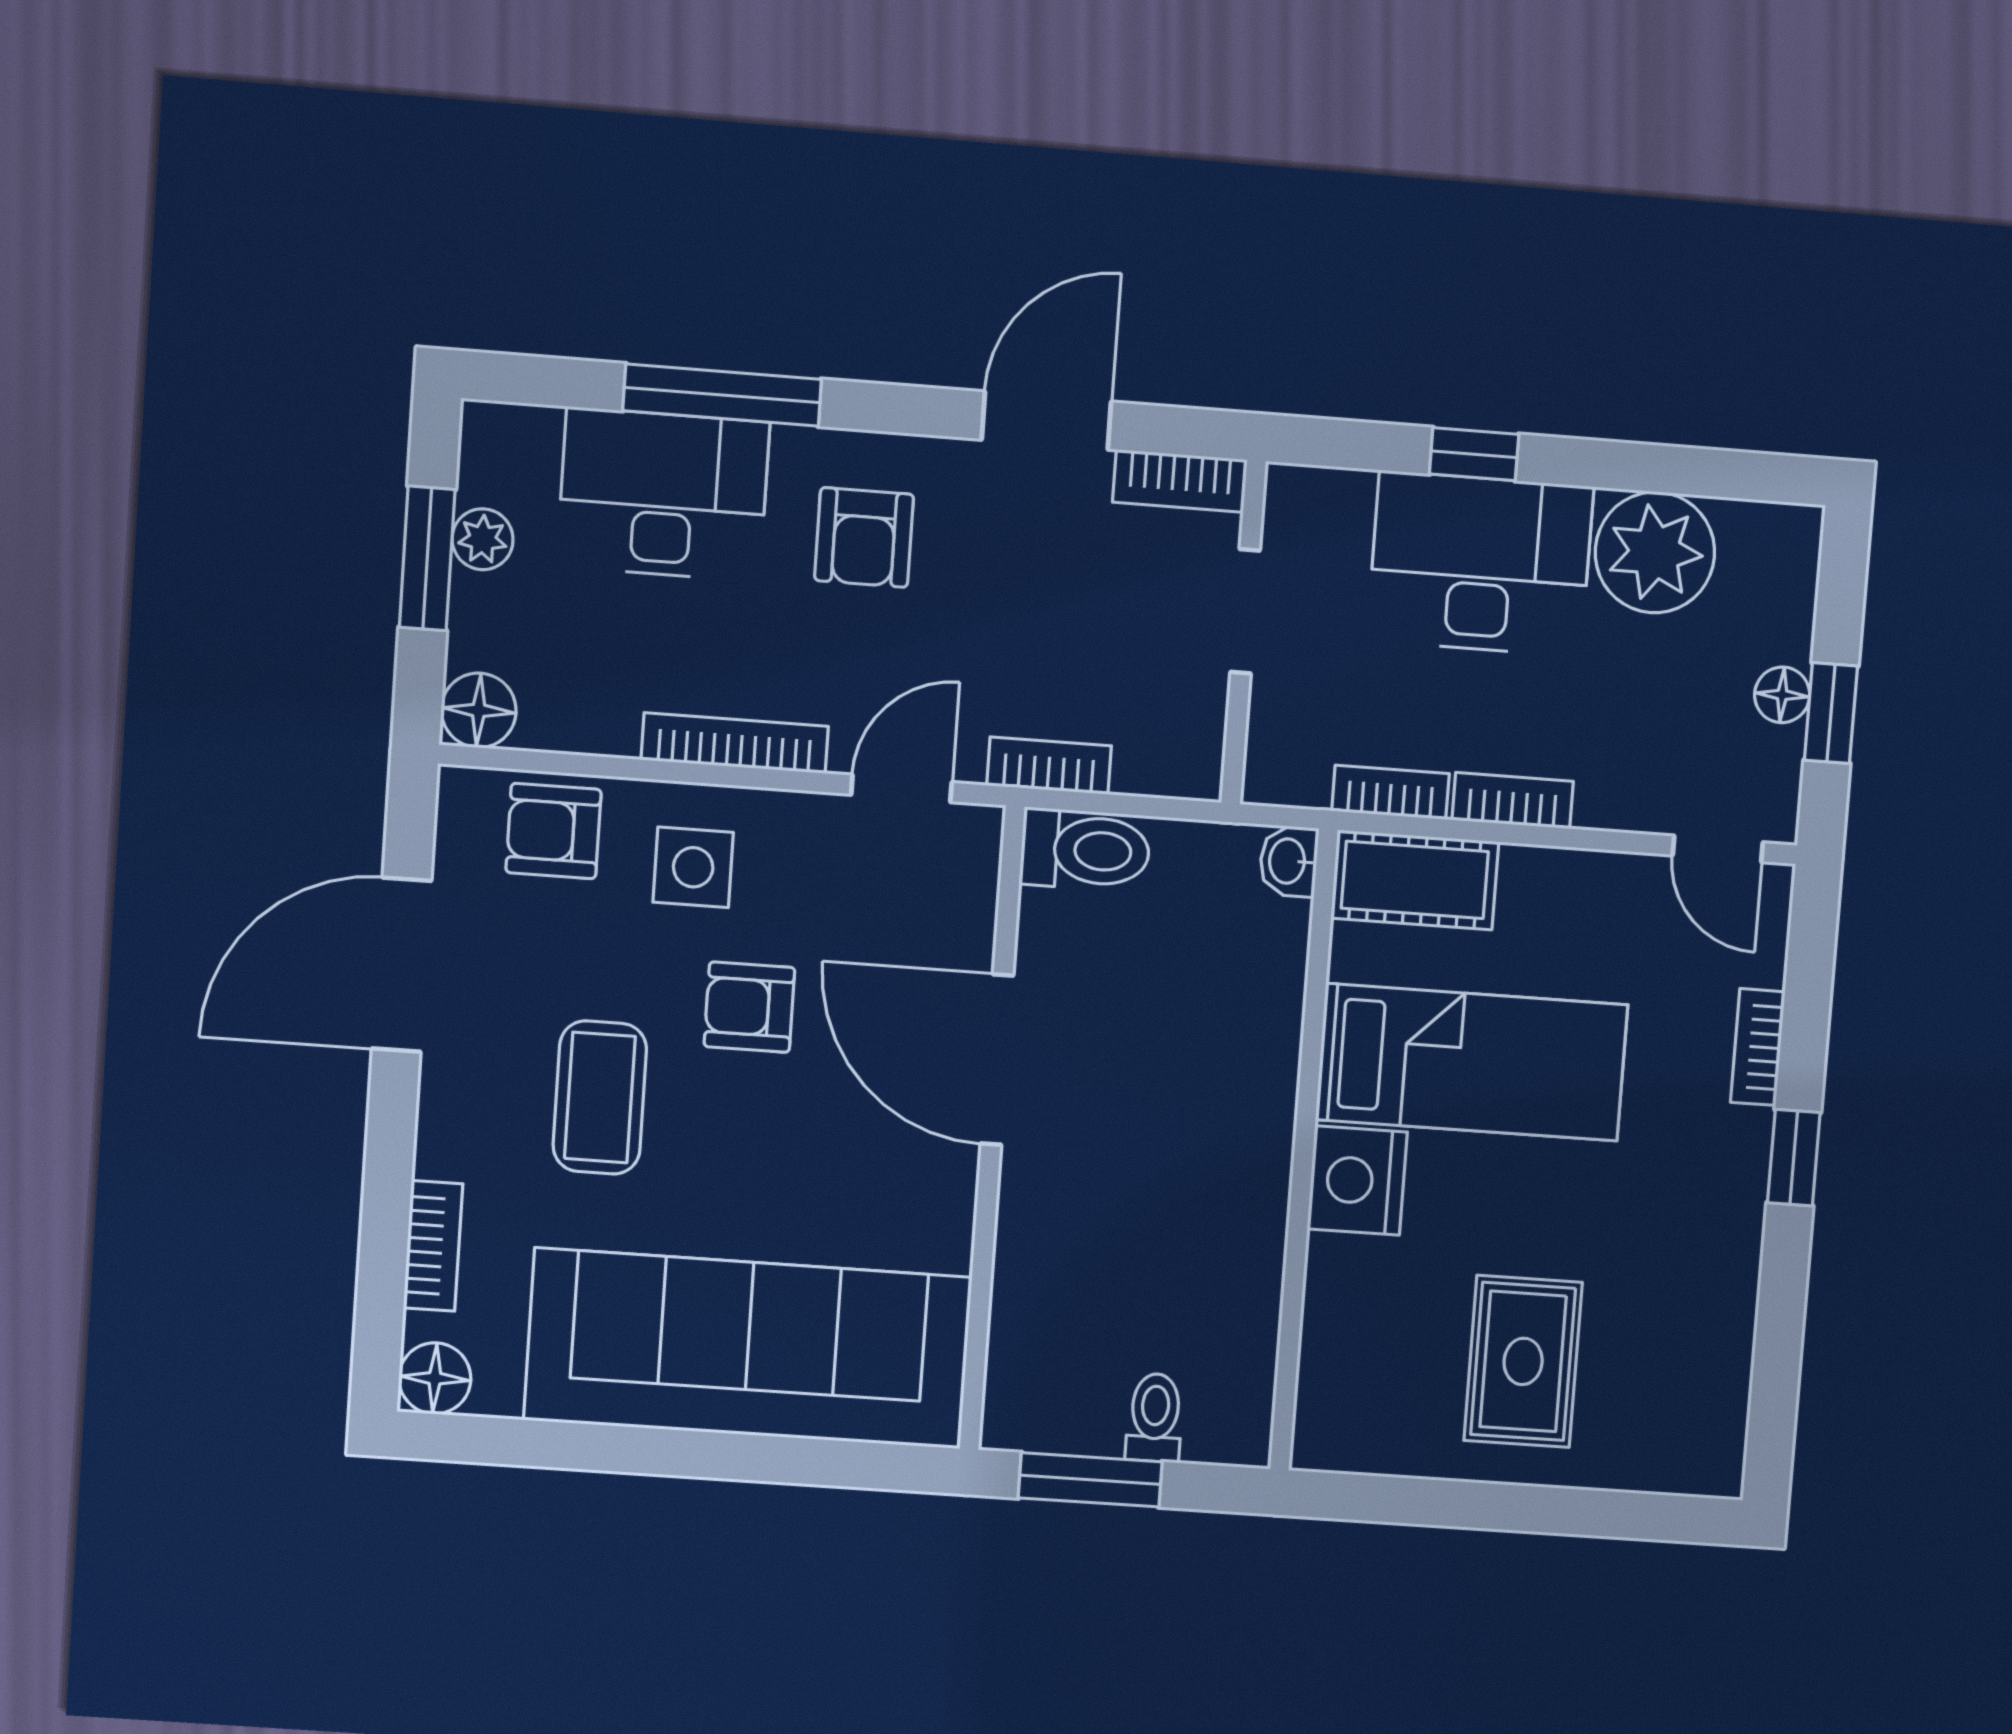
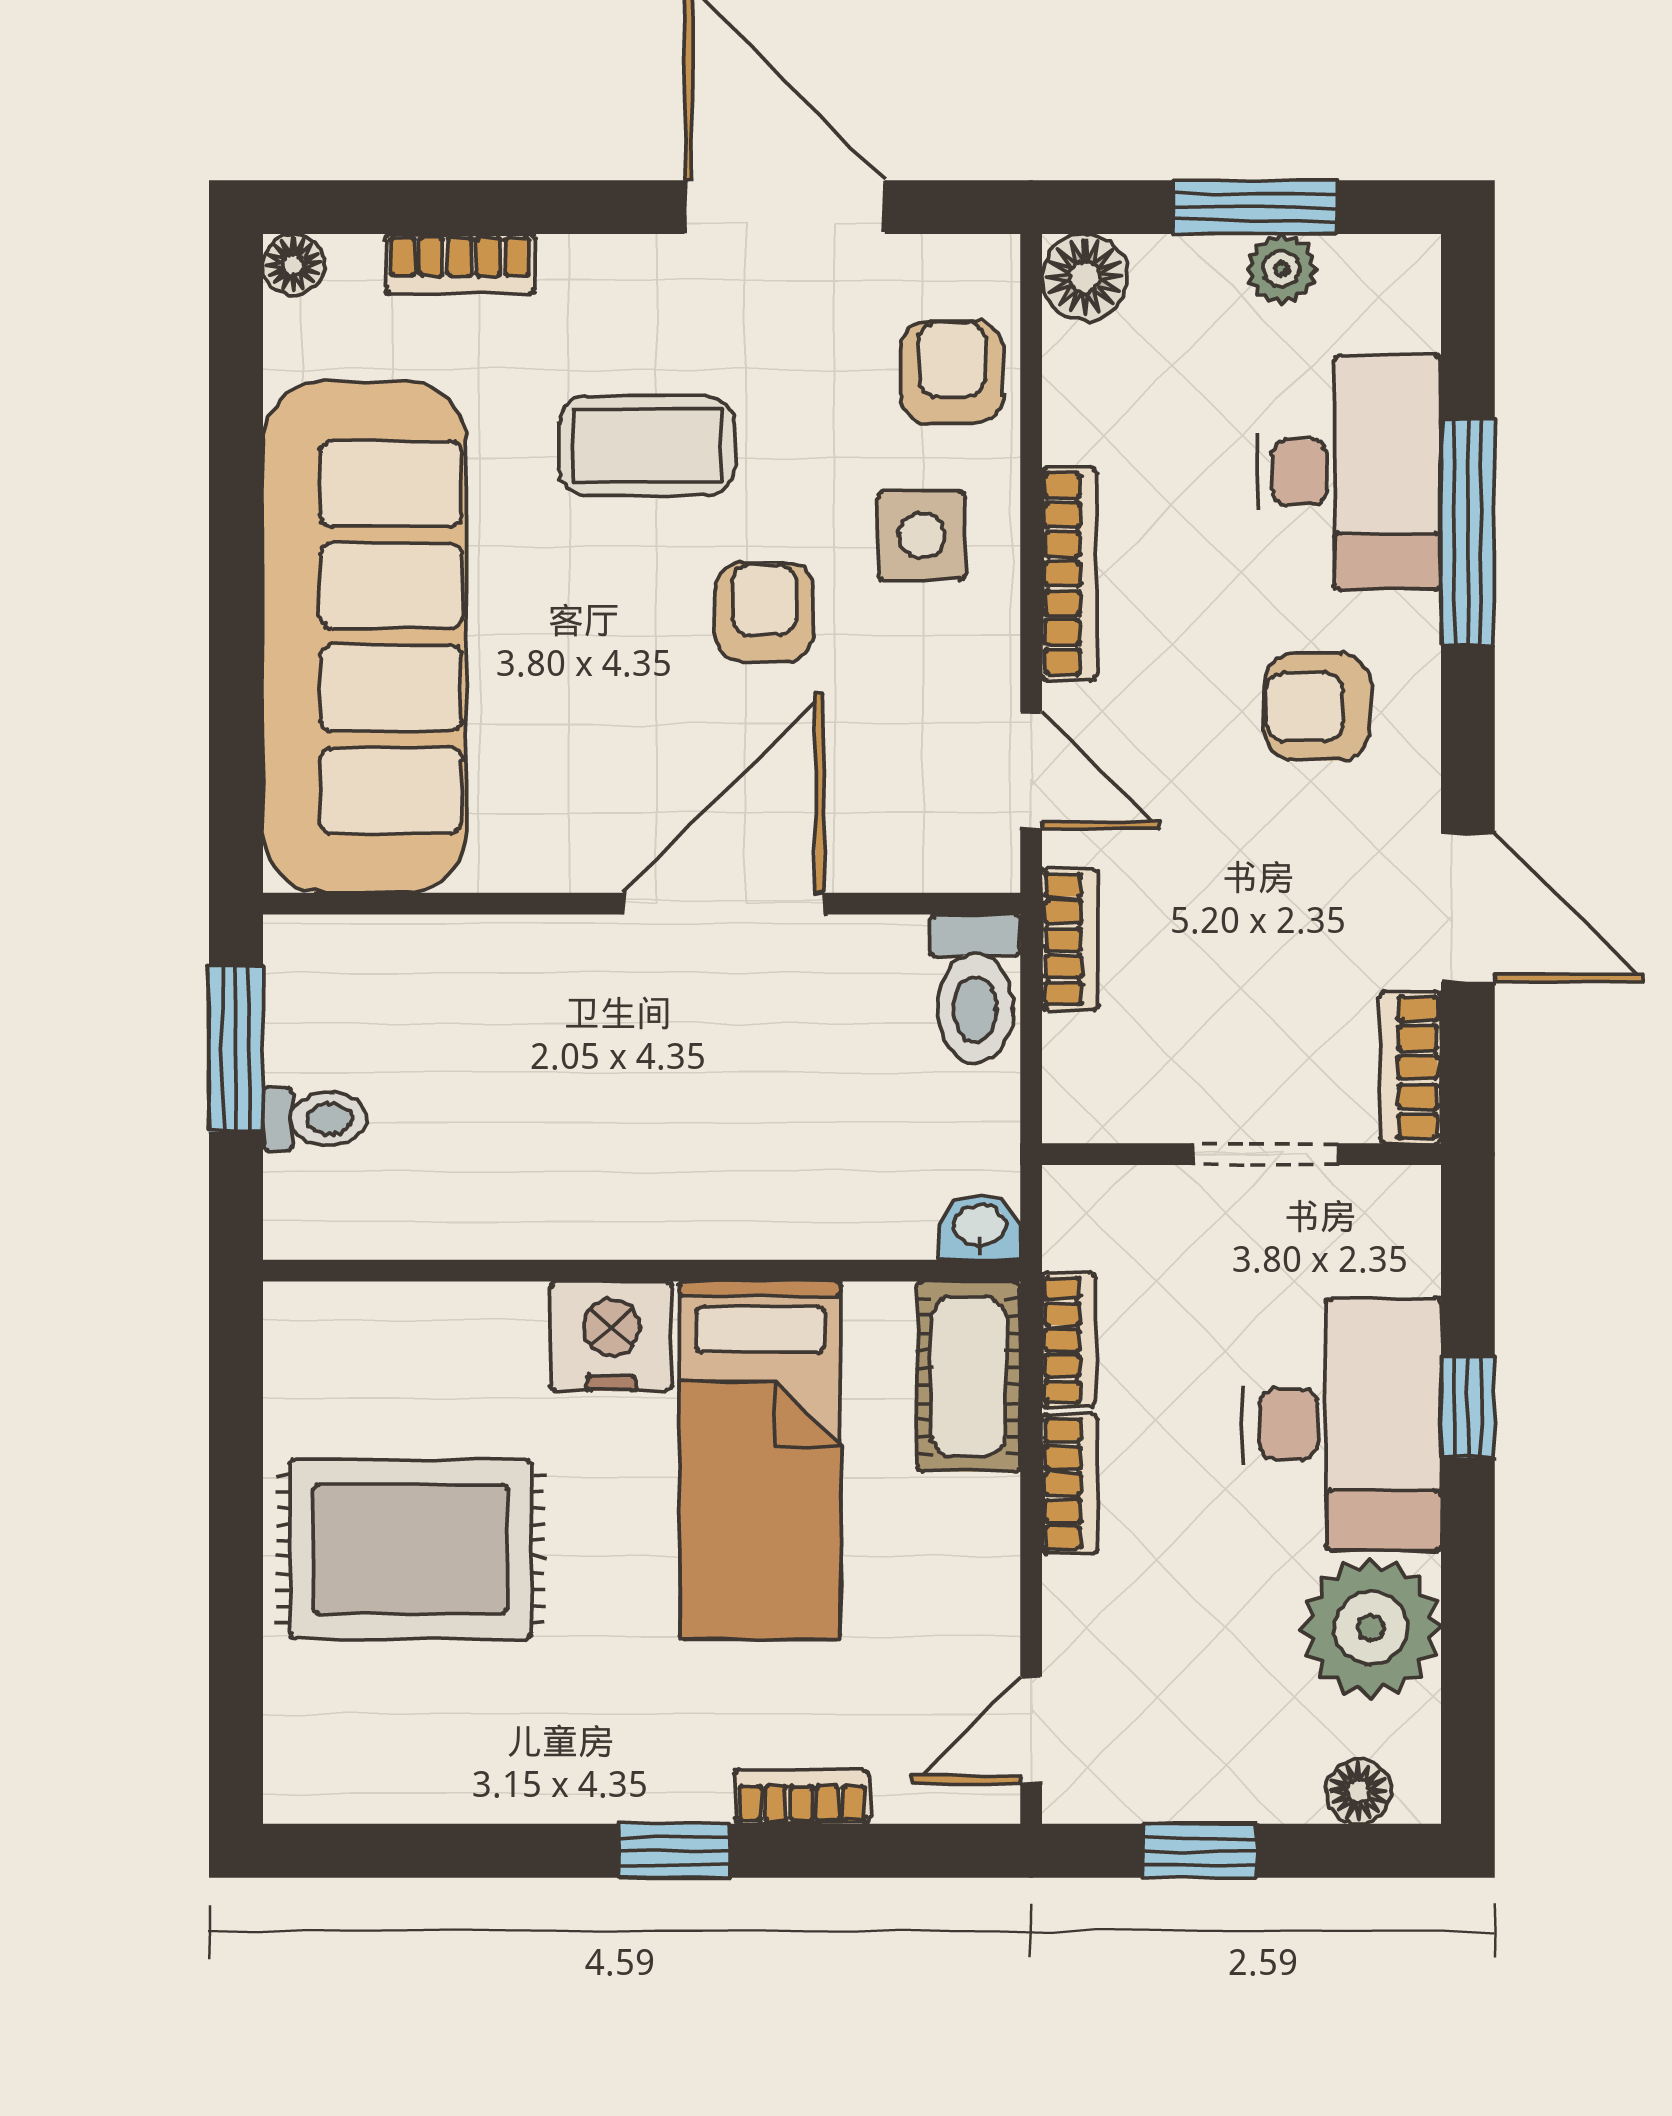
floor lamp: (1782, 695) -> (1359, 1791), moved
rug: (1523, 1361) -> (411, 1549), width x1.36, depth x1.43
floor lamp: (435, 1378) -> (293, 264), width x0.73, depth x0.73

